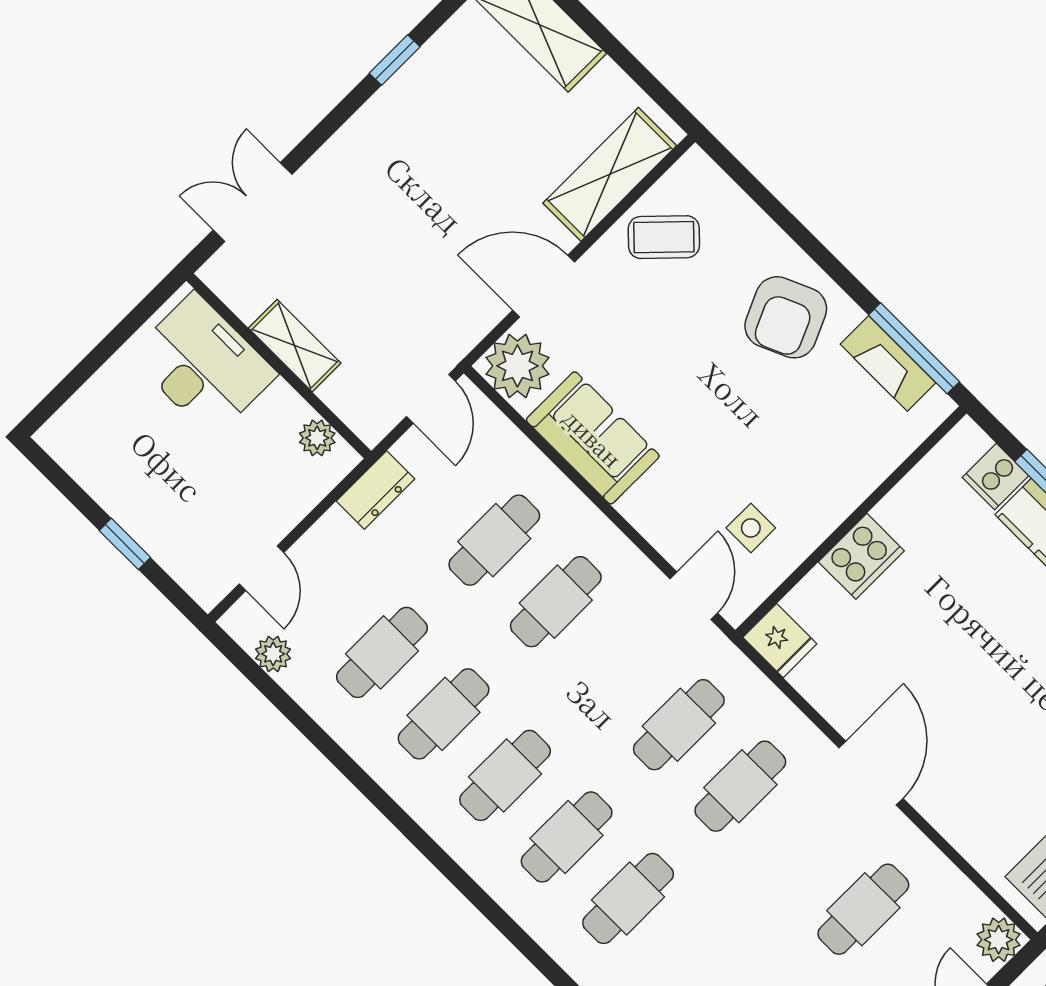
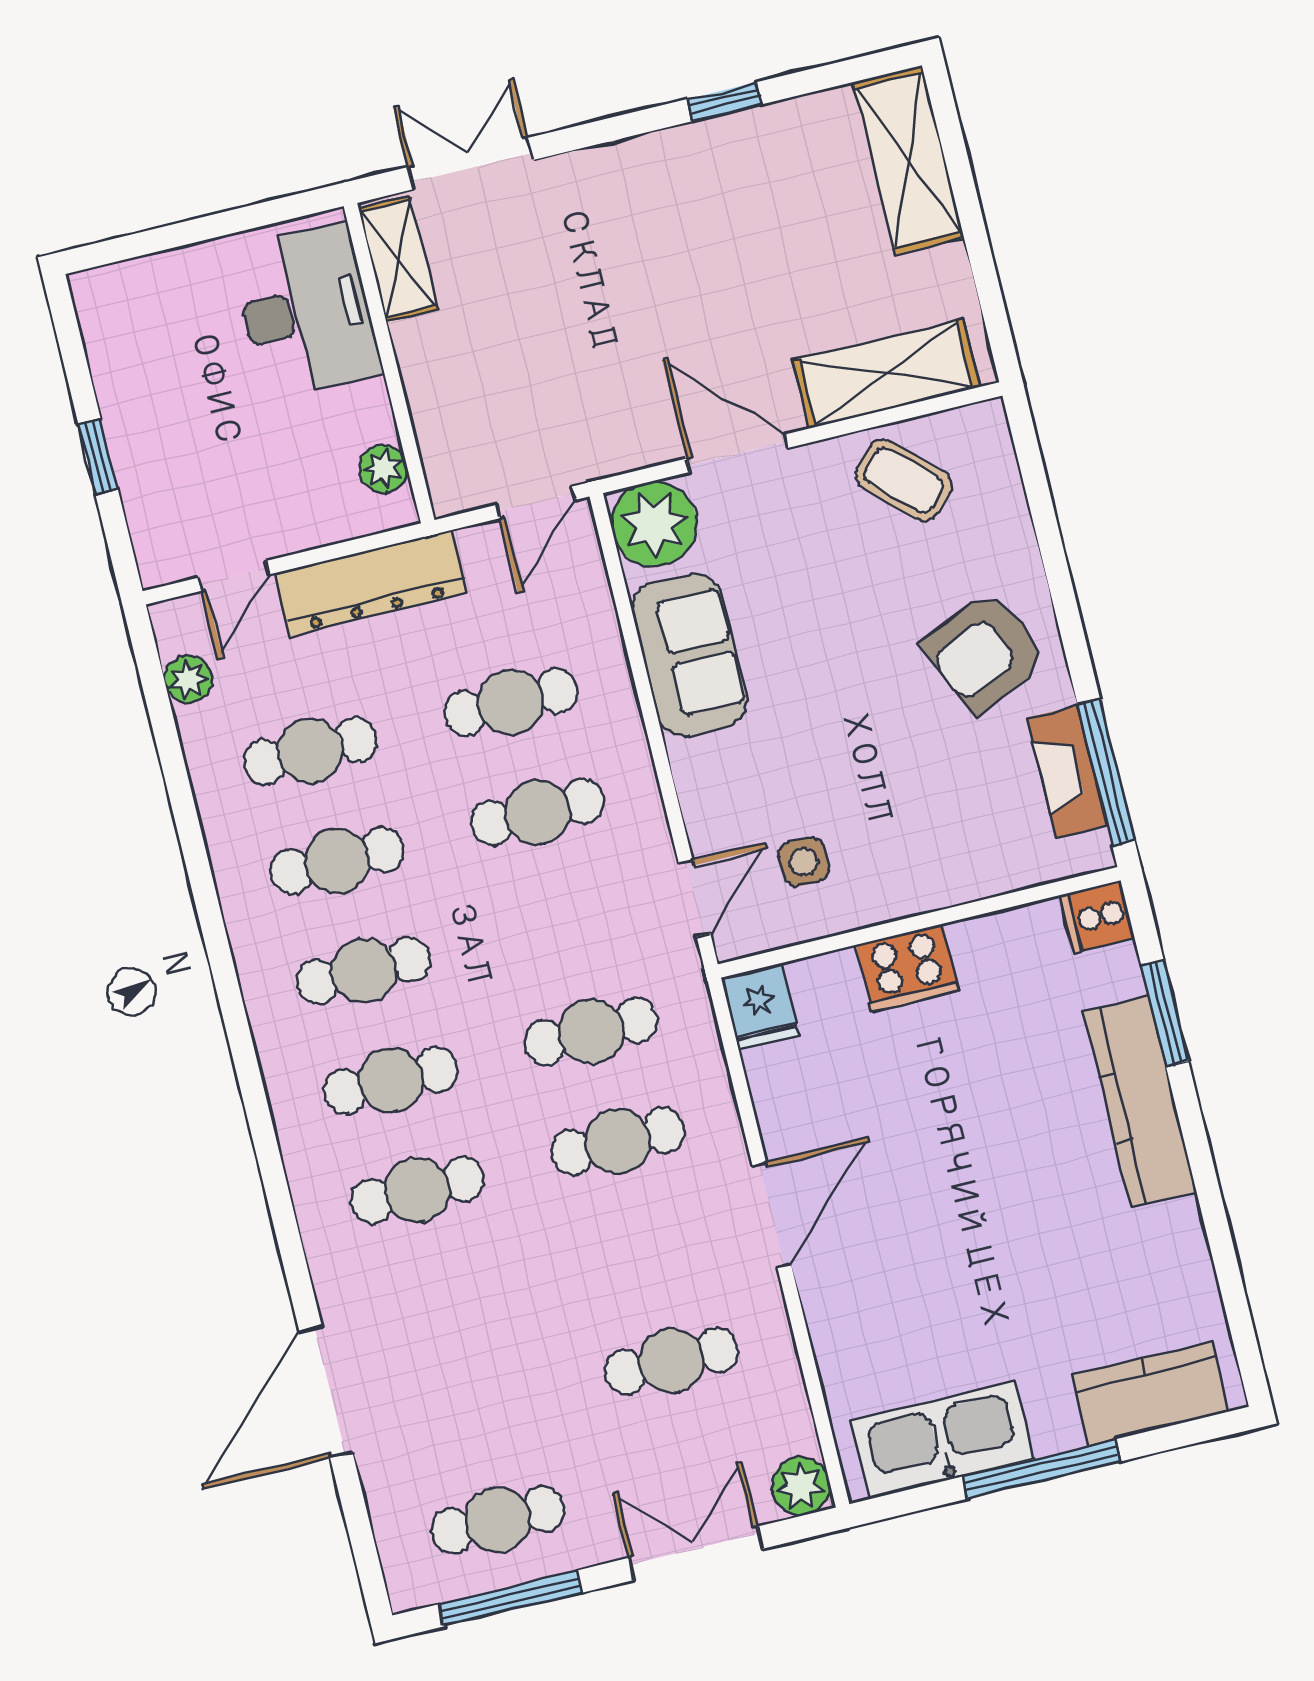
shelving: (295, 346) -> (398, 259), moved
cooker: (995, 477) -> (1097, 917), moved
dresser: (376, 490) -> (371, 583), width x1.96, depth x1.24

